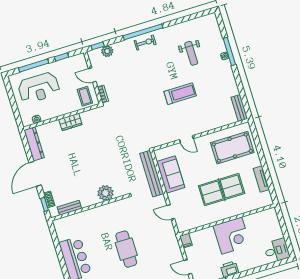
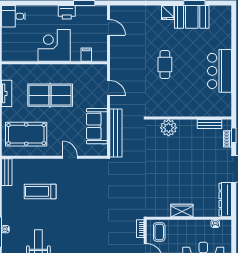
treadmill: (180, 94) -> (40, 191), moved
filing cabinet: (186, 241) -> (86, 55), moved
cafe table: (126, 249) -> (165, 65), width x0.73, depth x0.74

